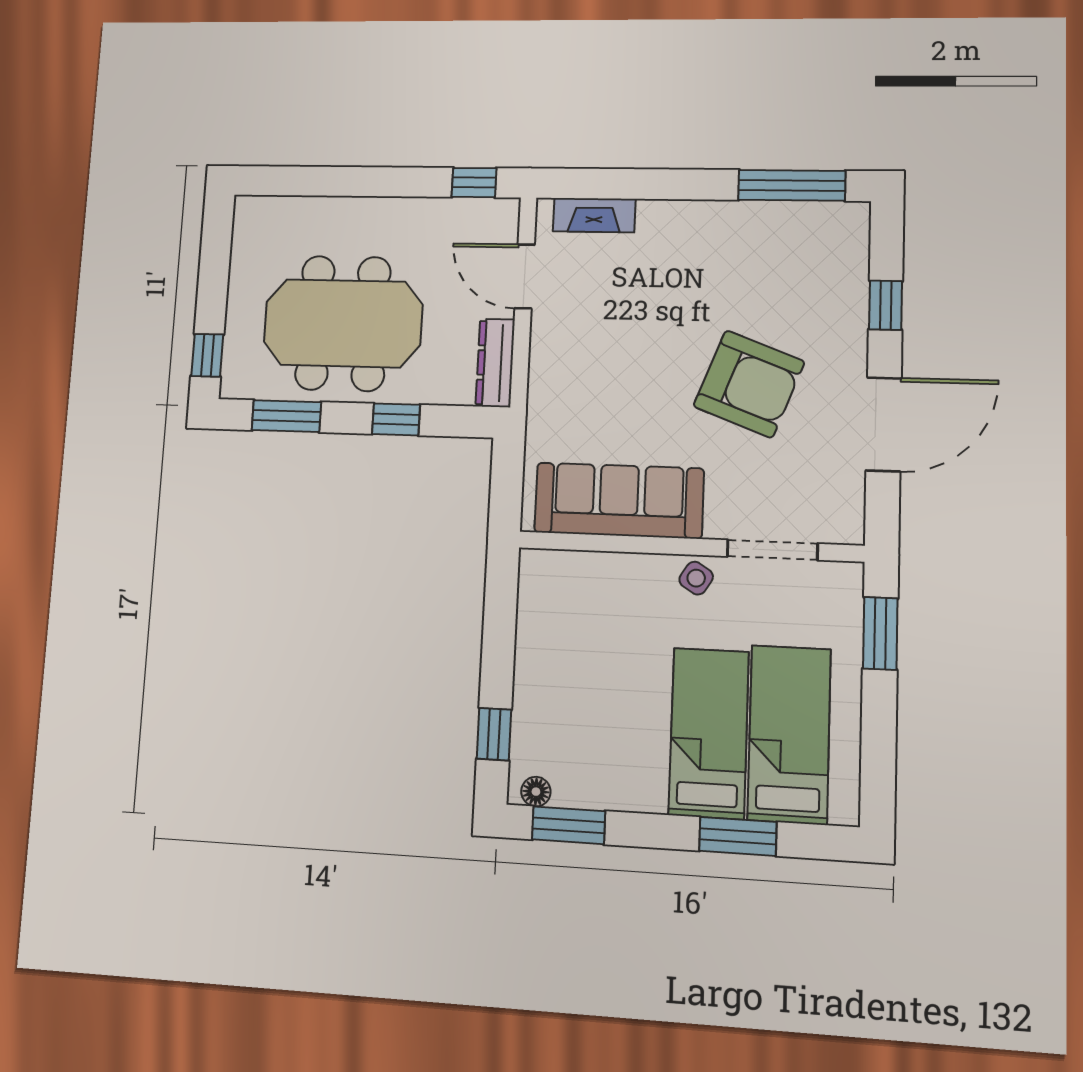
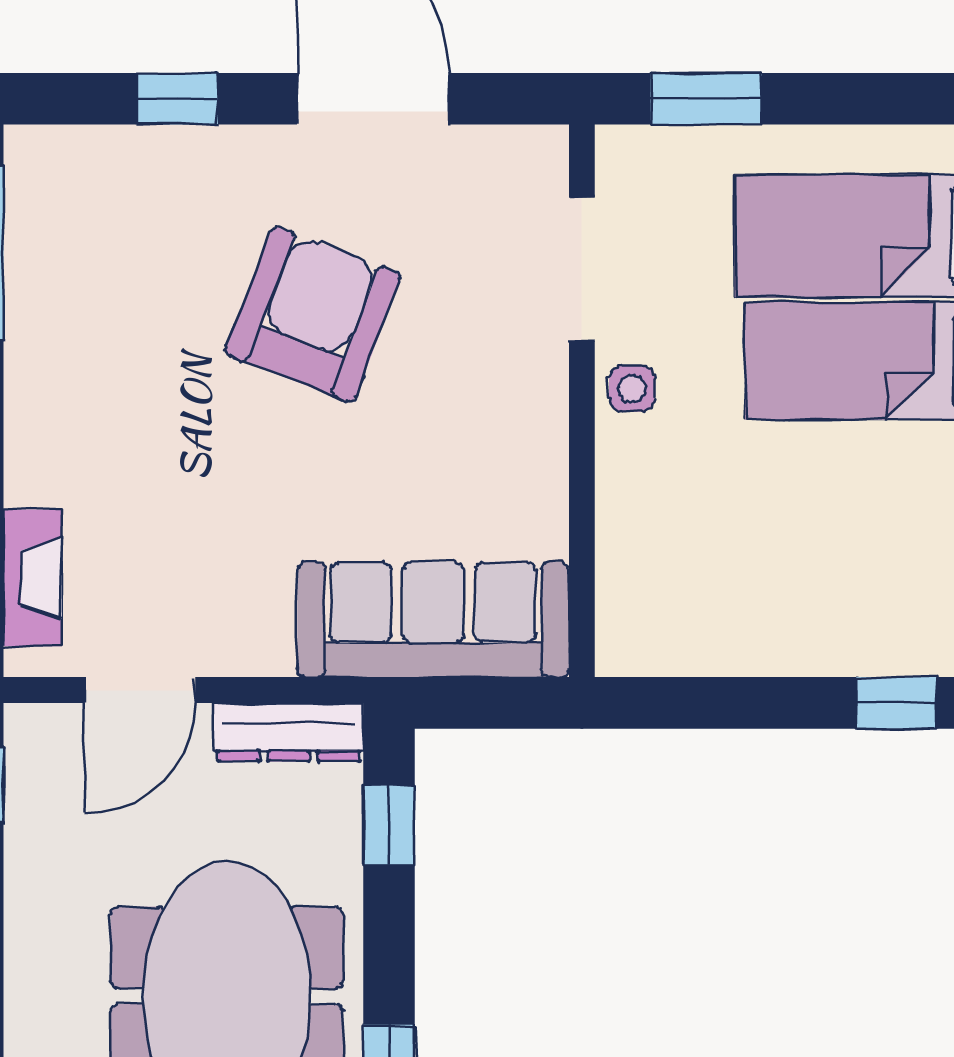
window: (396, 419) -> (389, 825), moved
sofa: (619, 500) -> (433, 620), moved, turned 90
side table: (696, 578) -> (632, 389), turned -32

